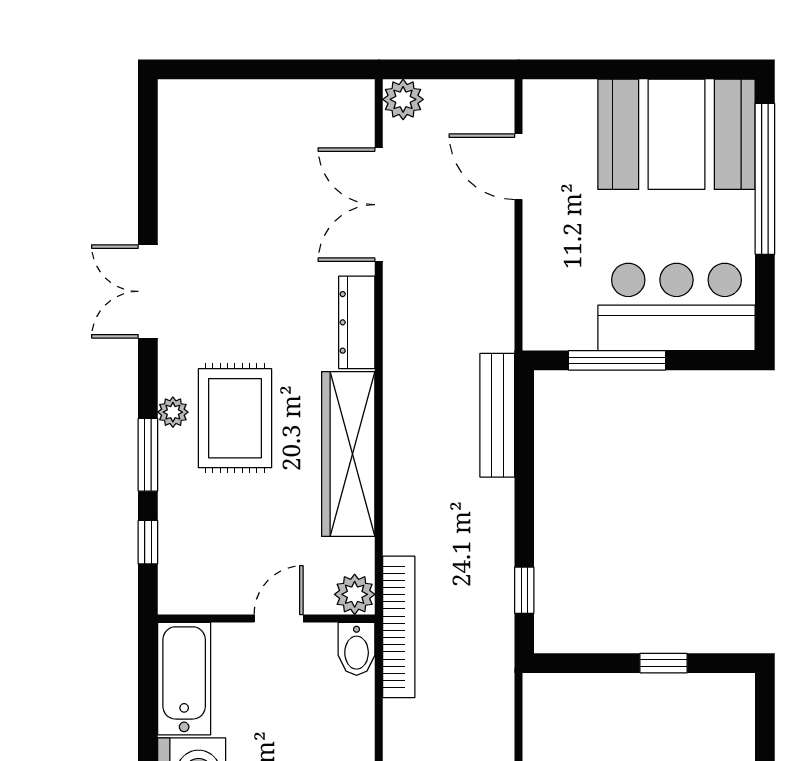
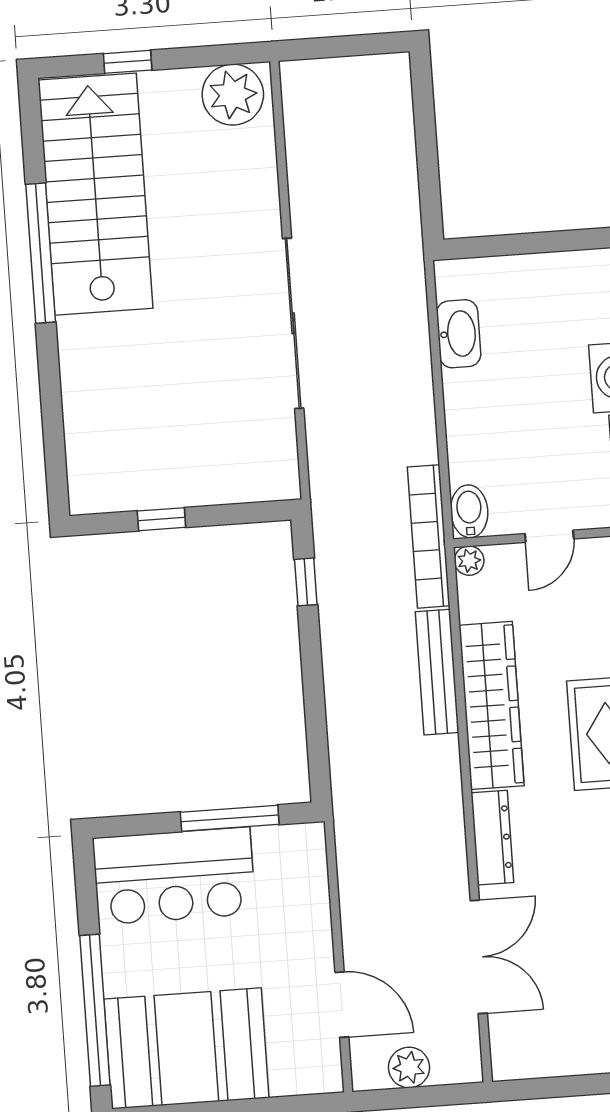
plant: (403, 99) -> (409, 1067), moved
bench: (497, 415) -> (437, 672), moved
plant: (355, 594) -> (469, 561), width x0.73, depth x0.73

